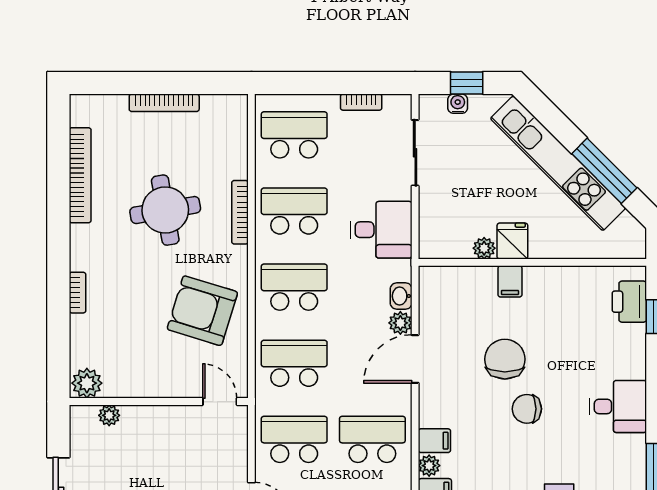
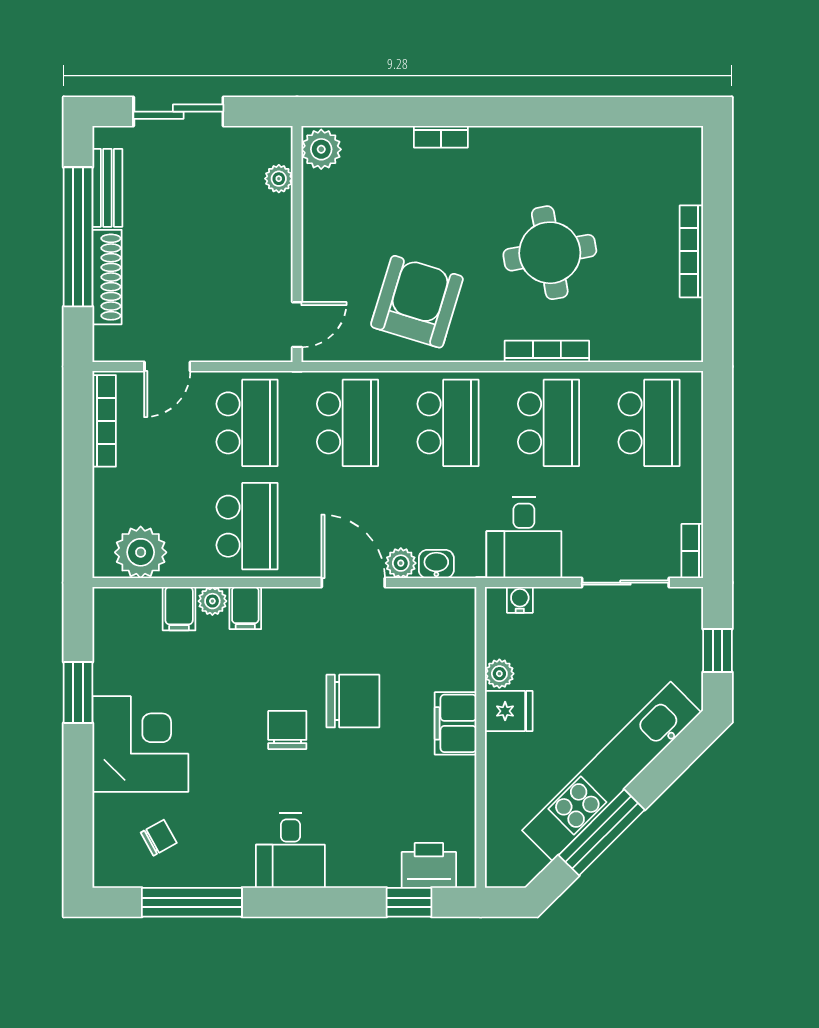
bookcase: (361, 102) -> (692, 551), moved
water cooler: (458, 104) -> (520, 600), moved, turned -90
bookcase: (80, 175) -> (596, 140), removed
filing cabinet: (510, 281) -> (455, 723), width x2.00

